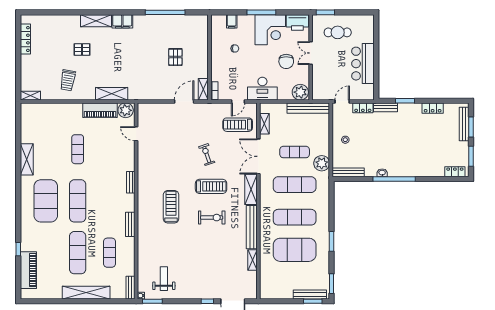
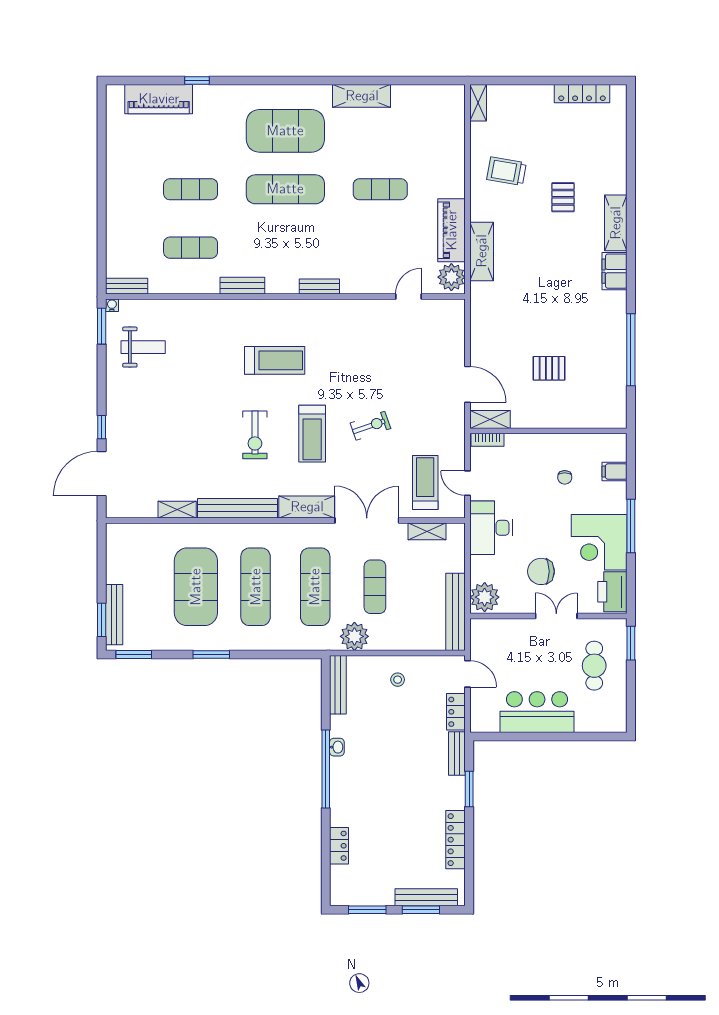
locker: (433, 108) -> (456, 840), width x1.53
locker: (455, 172) -> (339, 846), moved
exercise mat: (78, 253) -> (191, 189), width x0.73, depth x0.69
shelving: (86, 293) -> (117, 205), removed

